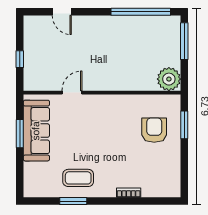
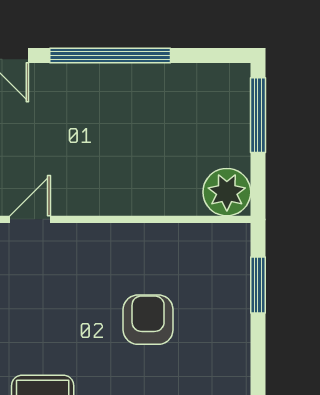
window: (141, 12) -> (110, 56), moved
armchair: (154, 130) -> (148, 320), moved

